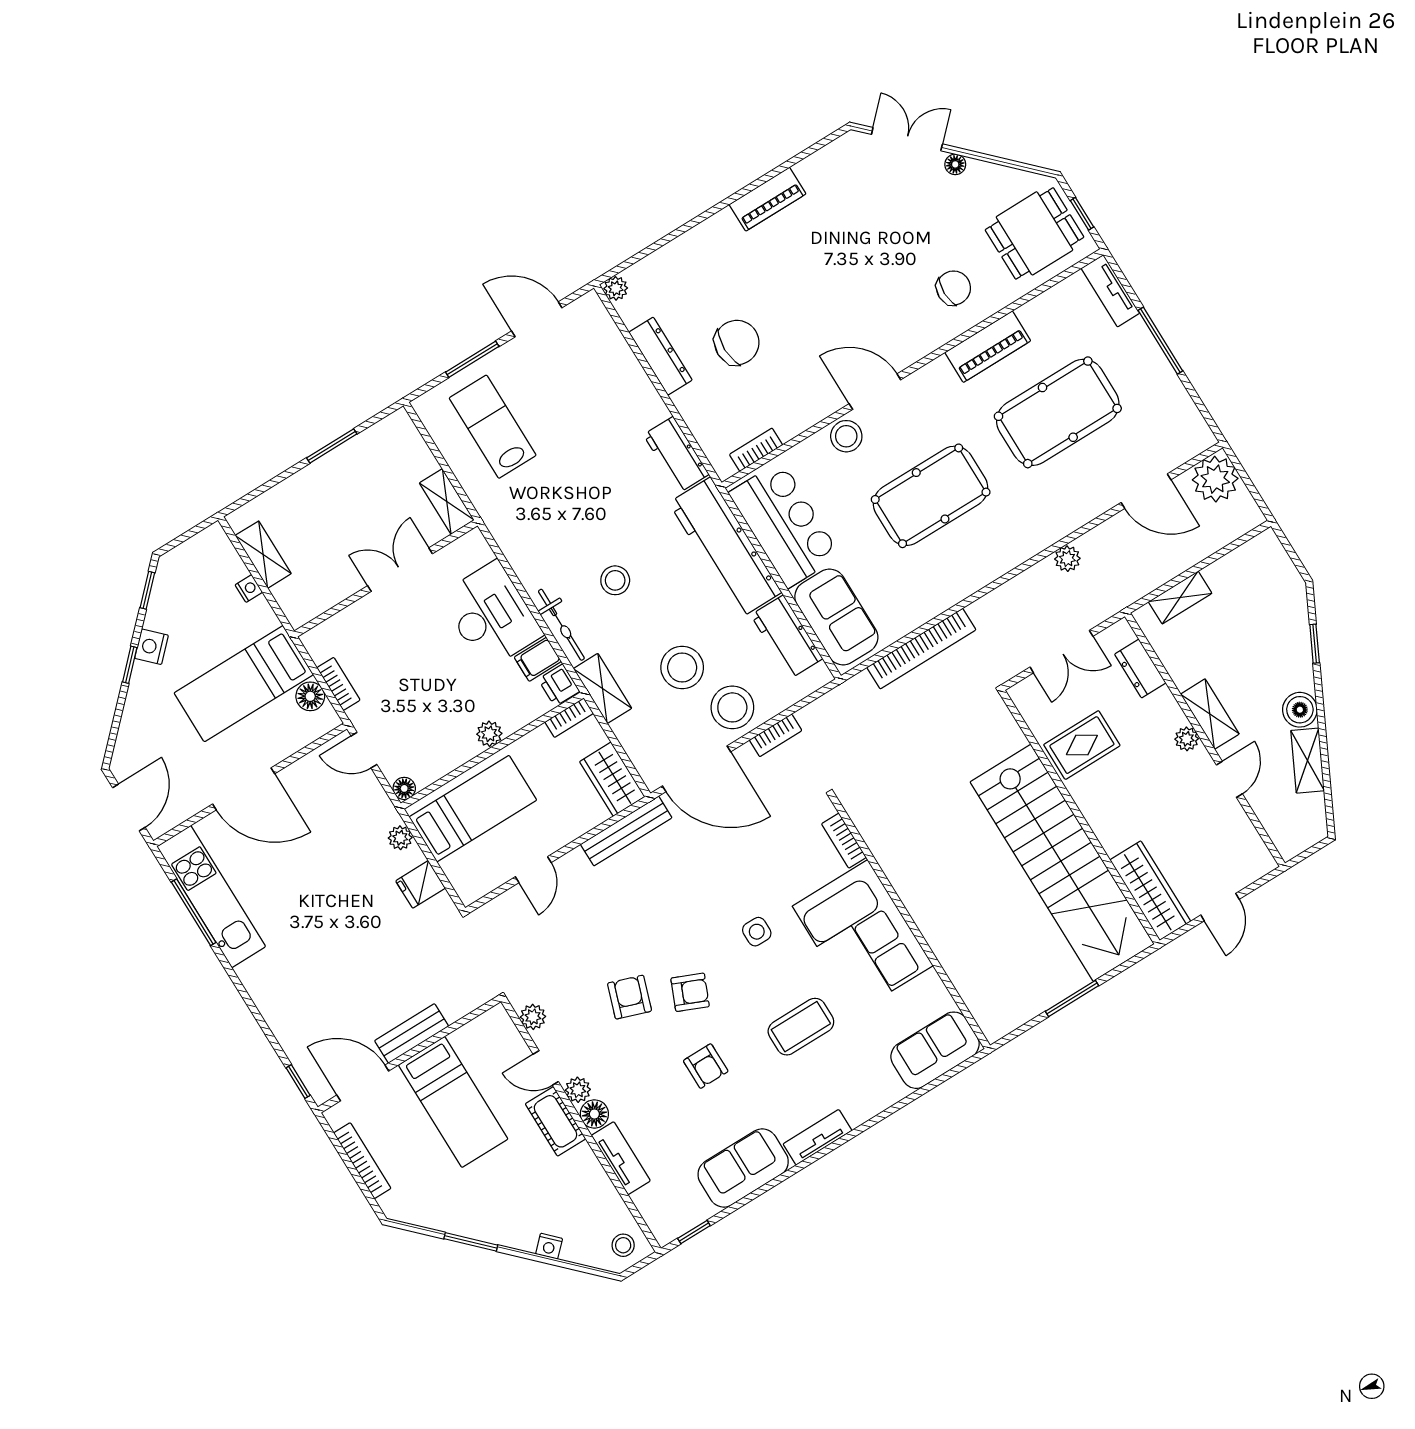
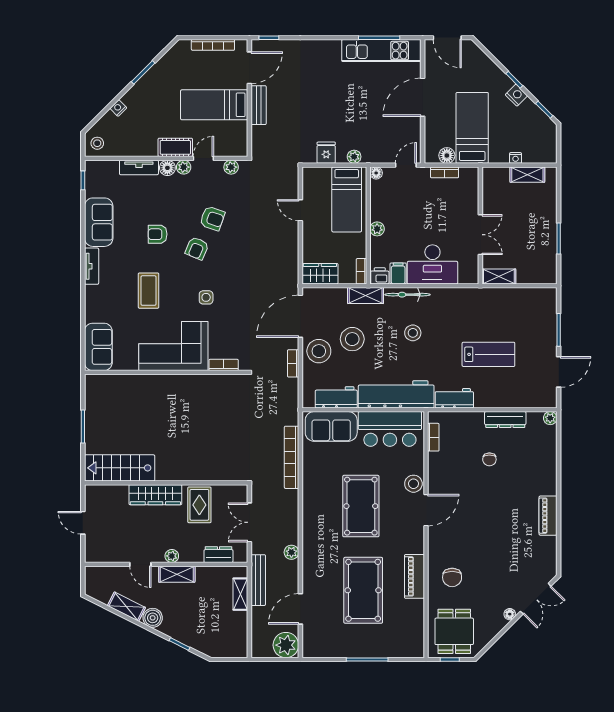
tv unit: (1110, 291) -> (405, 650), removed
chair: (737, 343) -> (489, 459), width x0.54, depth x0.54
lab bench: (493, 427) -> (488, 354), moved
bench: (626, 831) -> (258, 580), moved
stairs: (1062, 863) -> (120, 468), width x0.54, depth x0.66
wardrobe: (1150, 891) -> (155, 495), moved

